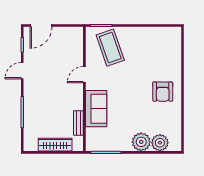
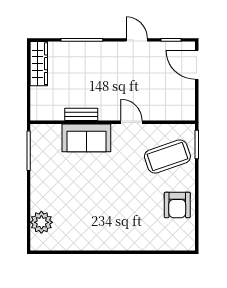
armchair: (163, 92) -> (177, 205), moved, turned -90
bench: (78, 123) -> (81, 114), moved
plant: (141, 142) -> (42, 198), removed
wardrobe: (55, 145) -> (39, 64), moved

